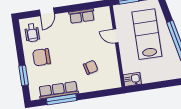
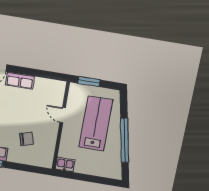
row of seats: (82, 16) -> (20, 81), moved

